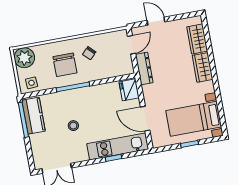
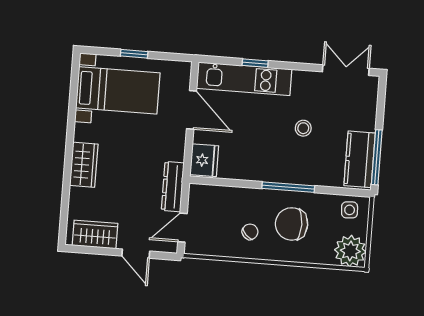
wardrobe: (197, 39) -> (95, 234), moved, turned -90
chair: (65, 65) -> (292, 224), turned -90

